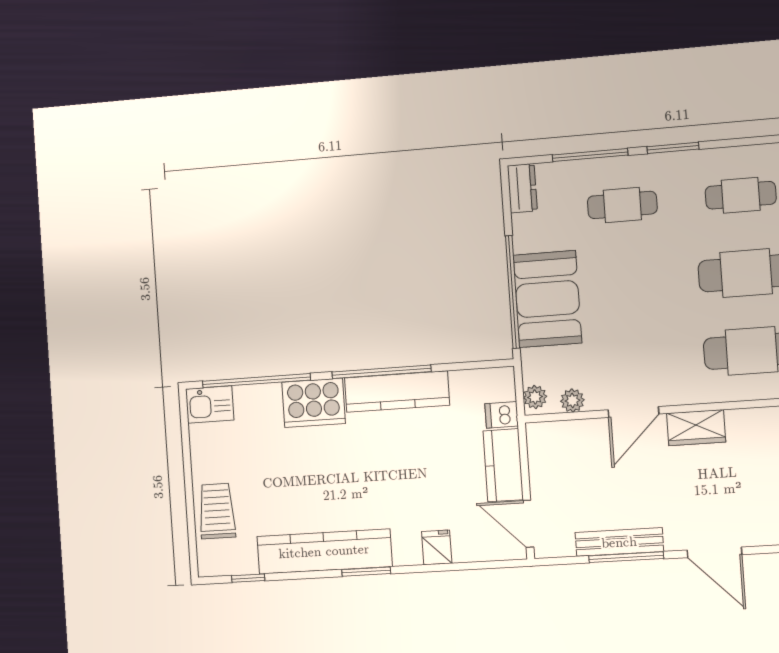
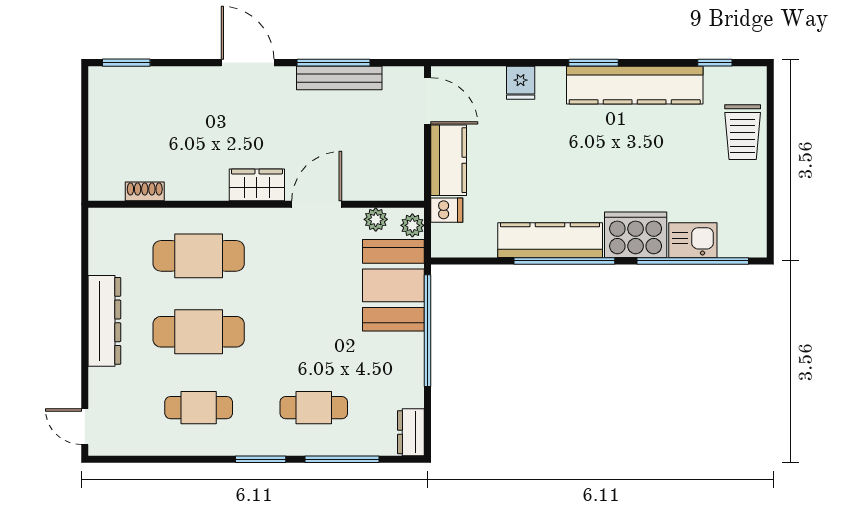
booth: (548, 299) -> (393, 285), moved
kitchen sink: (210, 405) -> (693, 240), moved

